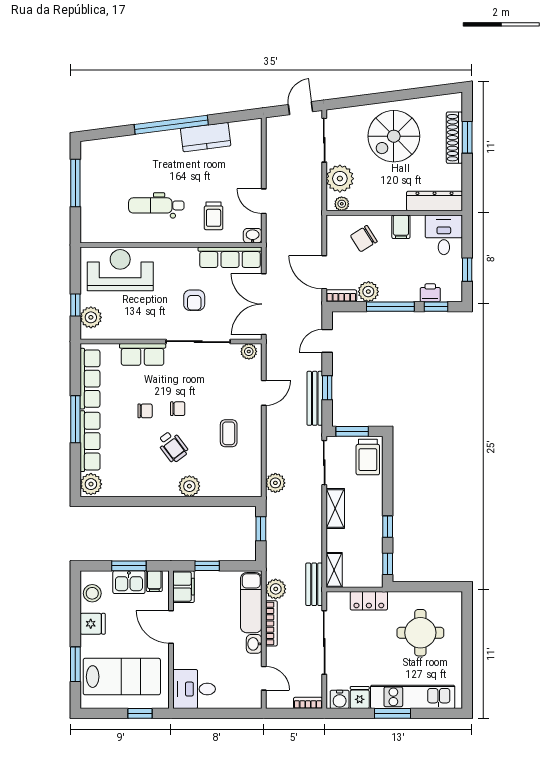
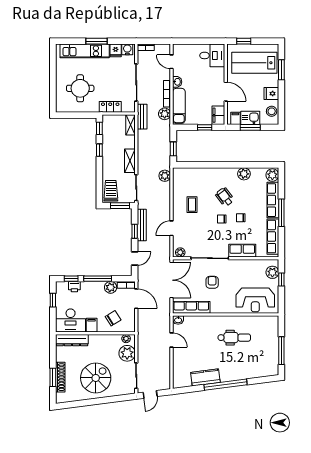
trolley: (214, 216) -> (201, 331), removed
desk: (444, 235) -> (71, 320), width x1.37
plant: (189, 486) -> (244, 174), moved

